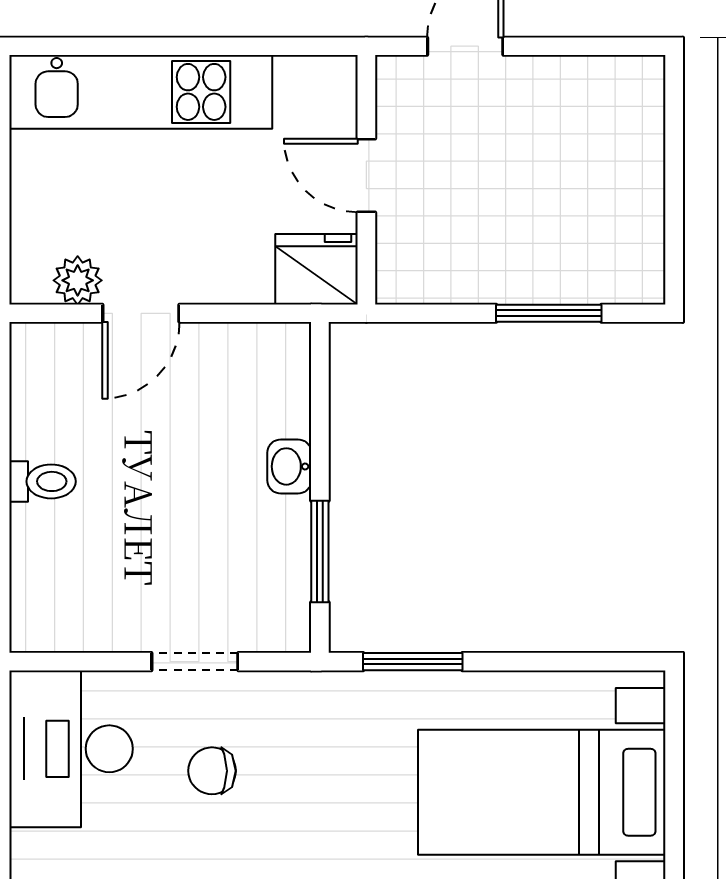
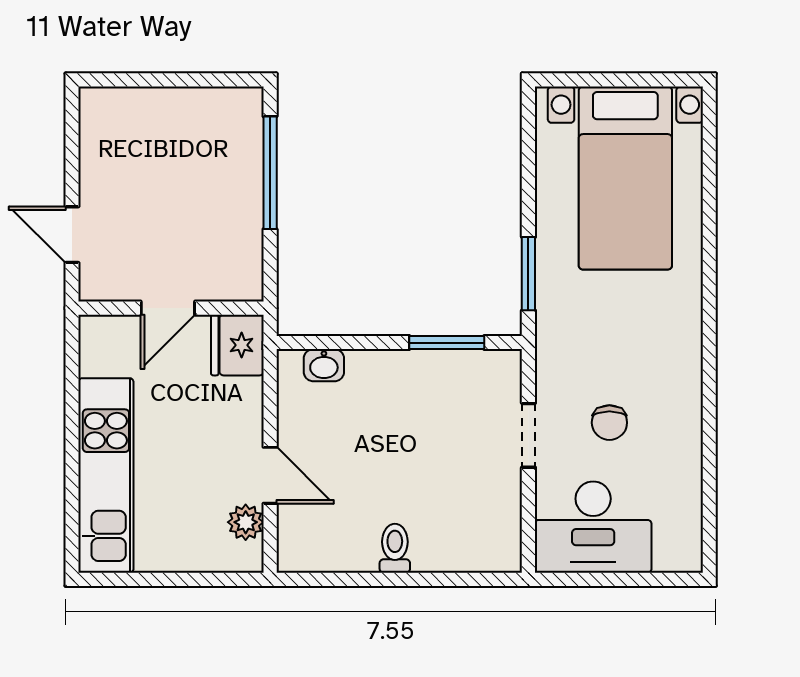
window: (549, 313) -> (270, 173), width x1.44
washbasin: (289, 466) -> (324, 365), moved

